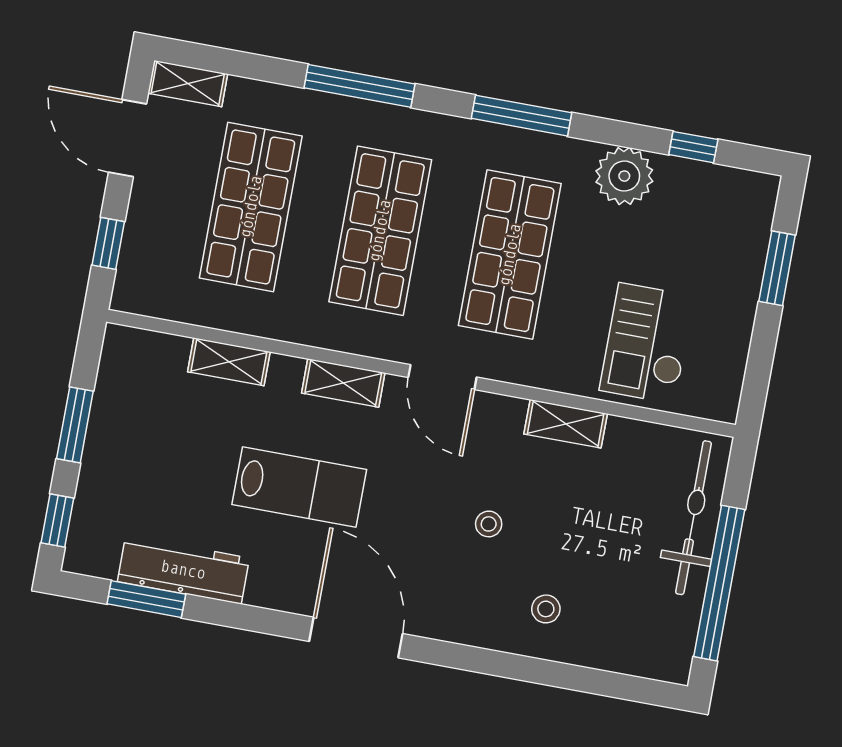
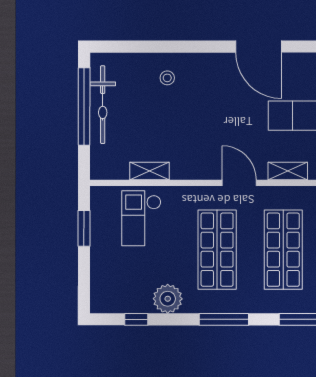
window: (777, 268) -> (84, 228), moved
checkout: (647, 343) -> (141, 218), turned 180
shelving: (566, 424) -> (149, 171), moved
bicycle: (693, 518) -> (103, 105), moved
stool: (489, 524) -> (203, 115), removed

